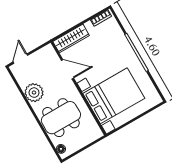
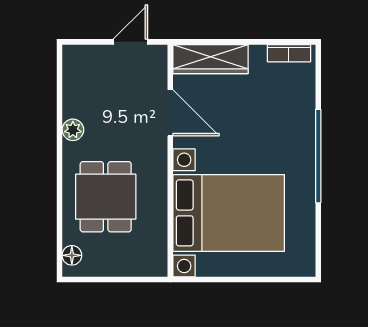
door: (20, 59) -> (130, 42), moved
plant: (34, 93) -> (73, 130), width x0.53, depth x0.53
dining table: (61, 118) -> (106, 197), width x0.73

